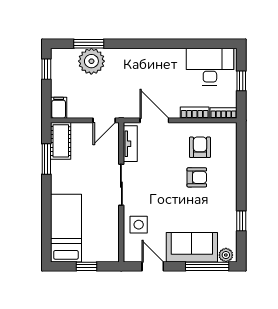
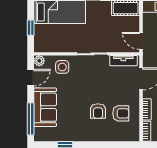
plant: (226, 255) -> (39, 61), moved

